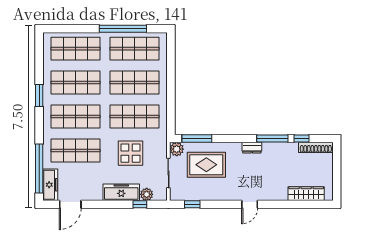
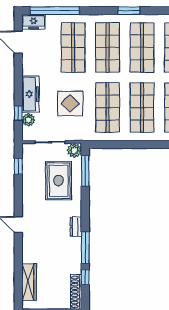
freezer: (50, 185) -> (34, 22), width x0.71

